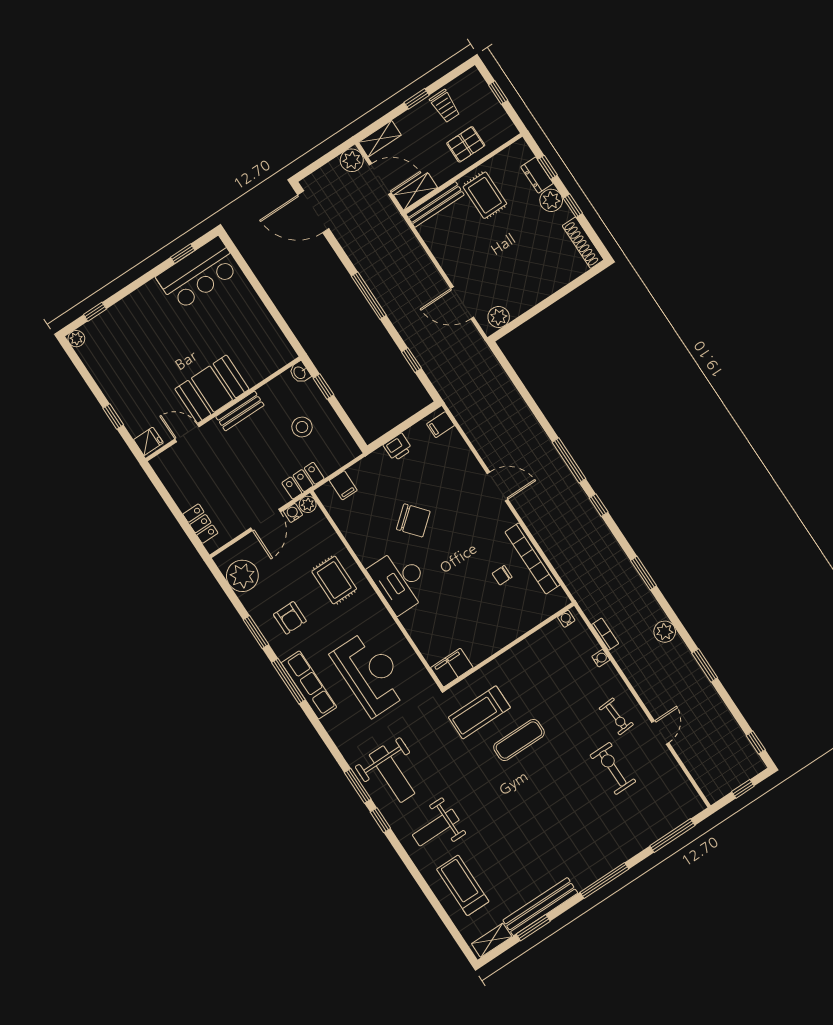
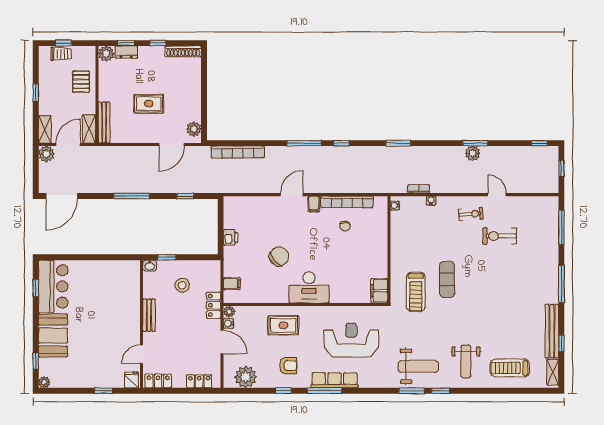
trolley: (445, 106) -> (61, 54), moved
rug: (485, 195) -> (149, 104), moved
plant: (551, 200) -> (106, 54), moved
bookcase: (506, 388) -> (238, 152), added
booth: (212, 389) -> (53, 336), moved
filing cabinet: (441, 425) -> (314, 204), moved
locker: (168, 474) -> (158, 381), added
window: (256, 632) -> (283, 391), width x0.67
plant: (665, 632) -> (473, 153), moved
window: (533, 928) -> (561, 343), width x0.67

